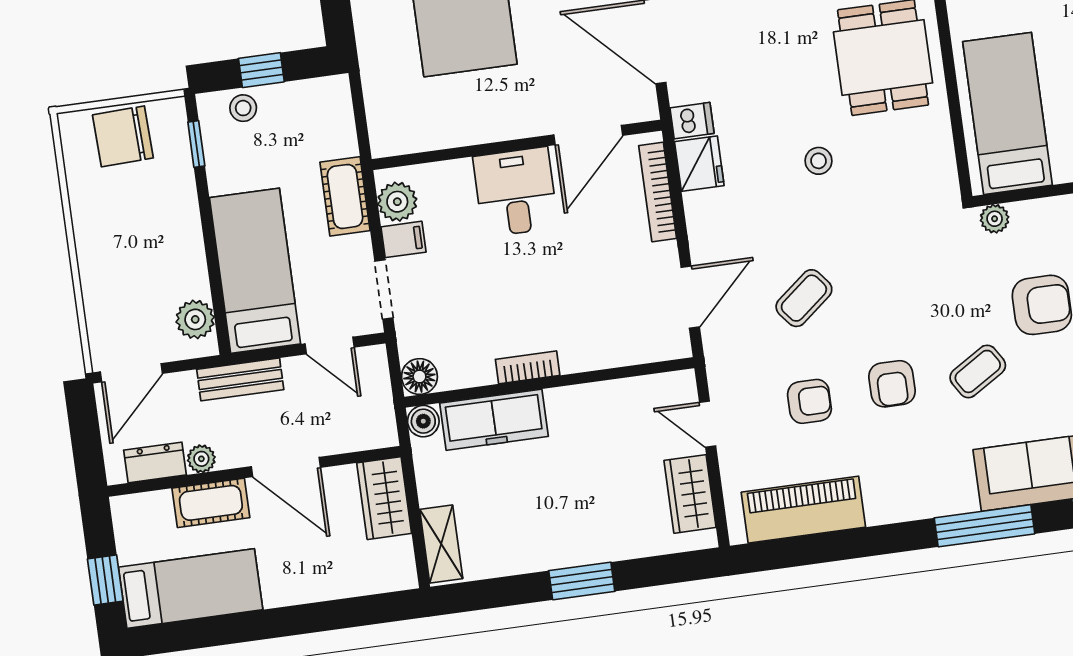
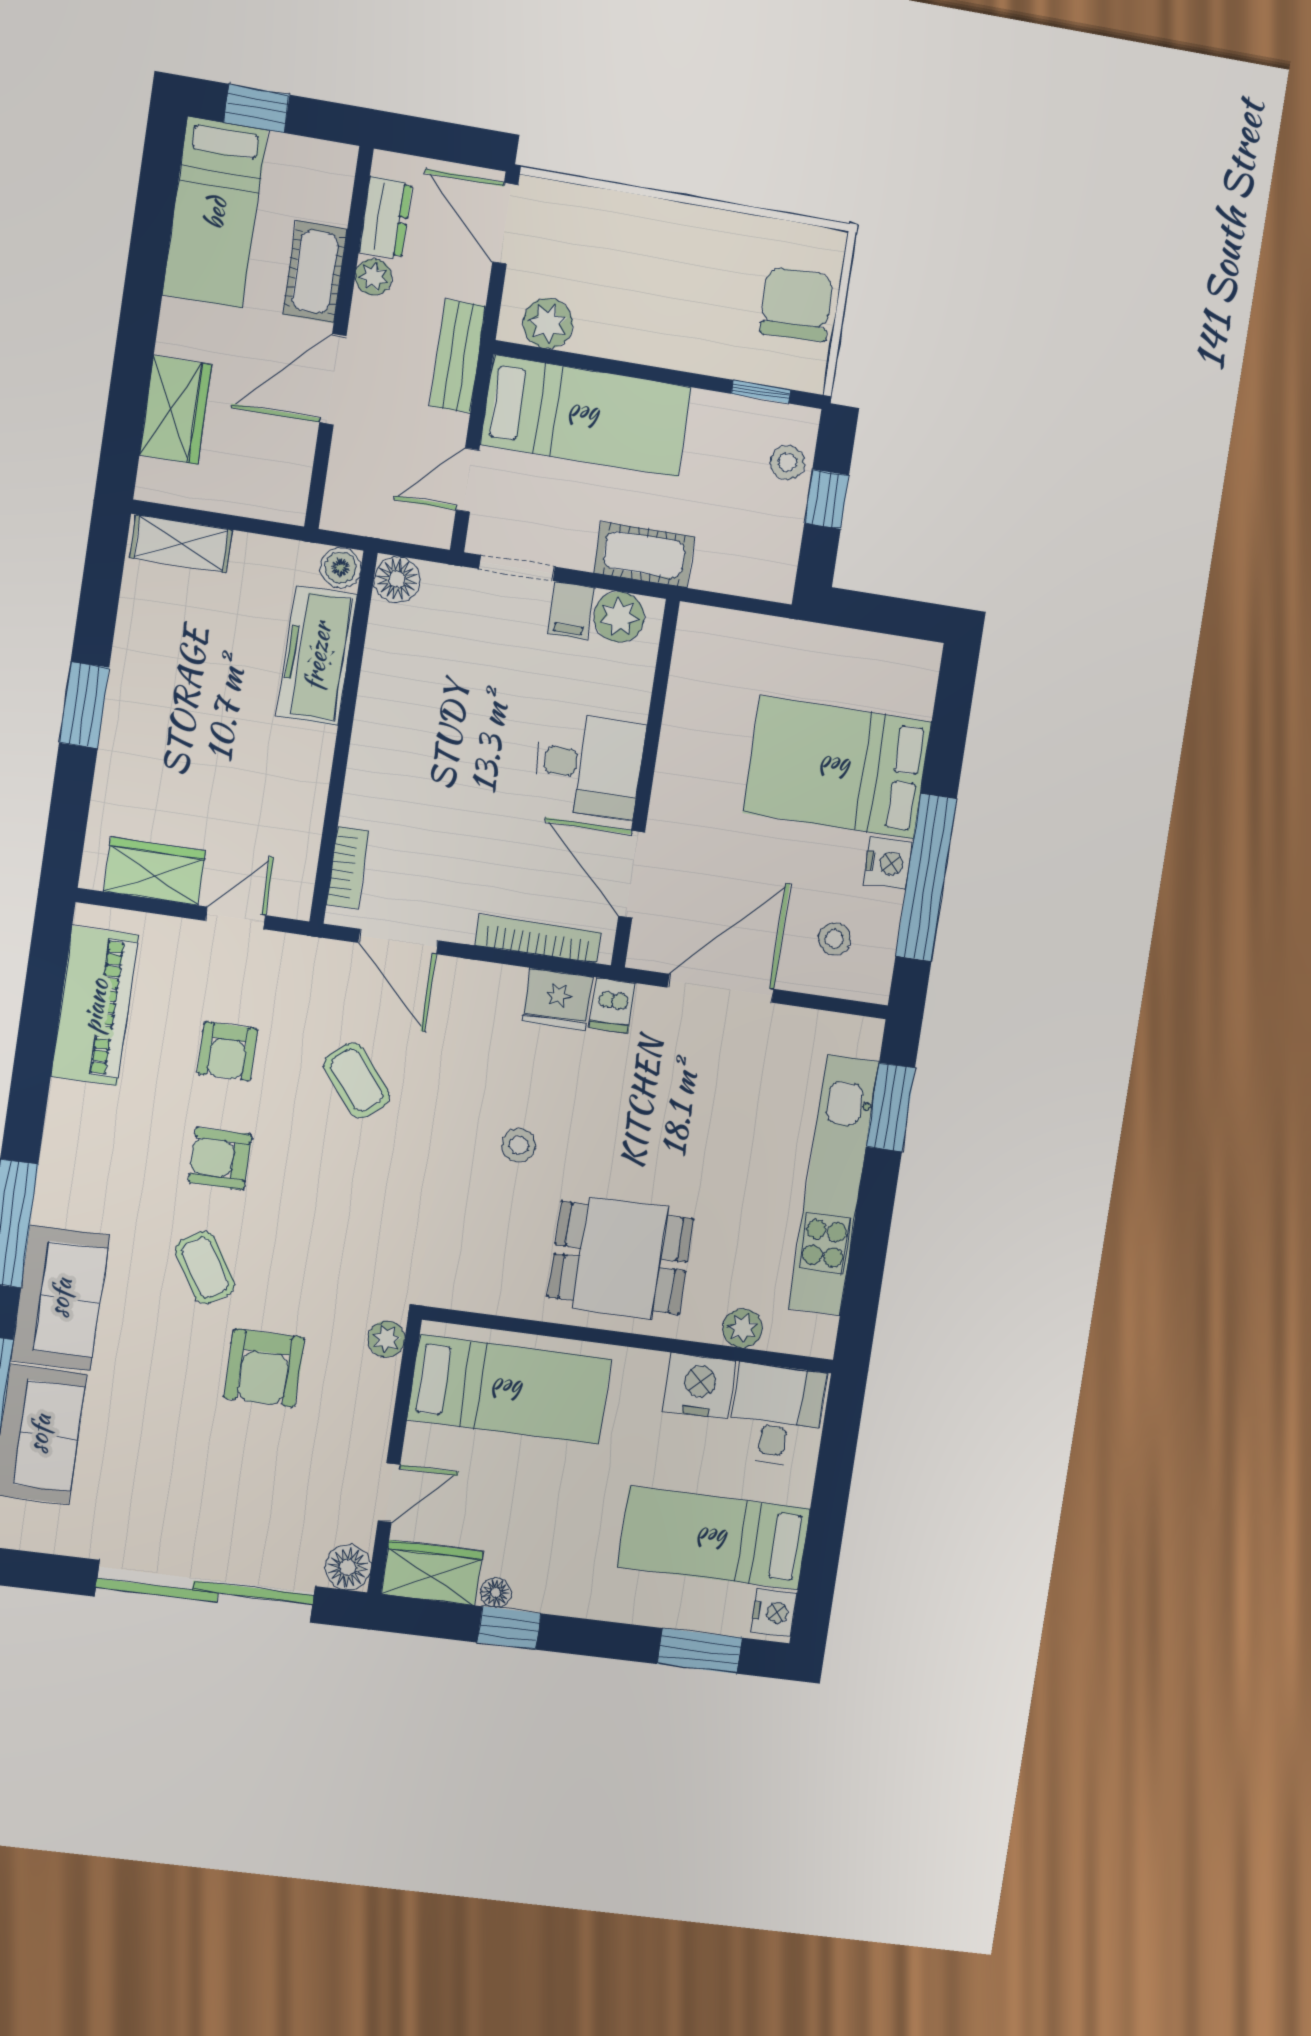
bookcase: (528, 367) -> (348, 868), moved
wardrobe: (384, 498) -> (176, 410), moved, turned 90

